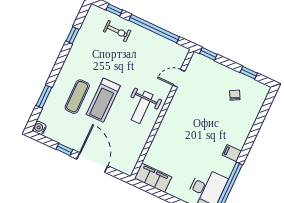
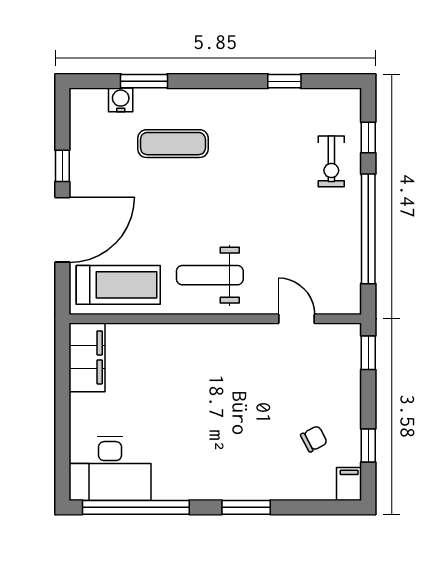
treadmill: (103, 100) -> (118, 285), moved, turned 180
water cooler: (39, 128) -> (121, 100), moved
window: (251, 139) -> (246, 507), added
filing cabinet: (232, 153) -> (349, 484), moved

